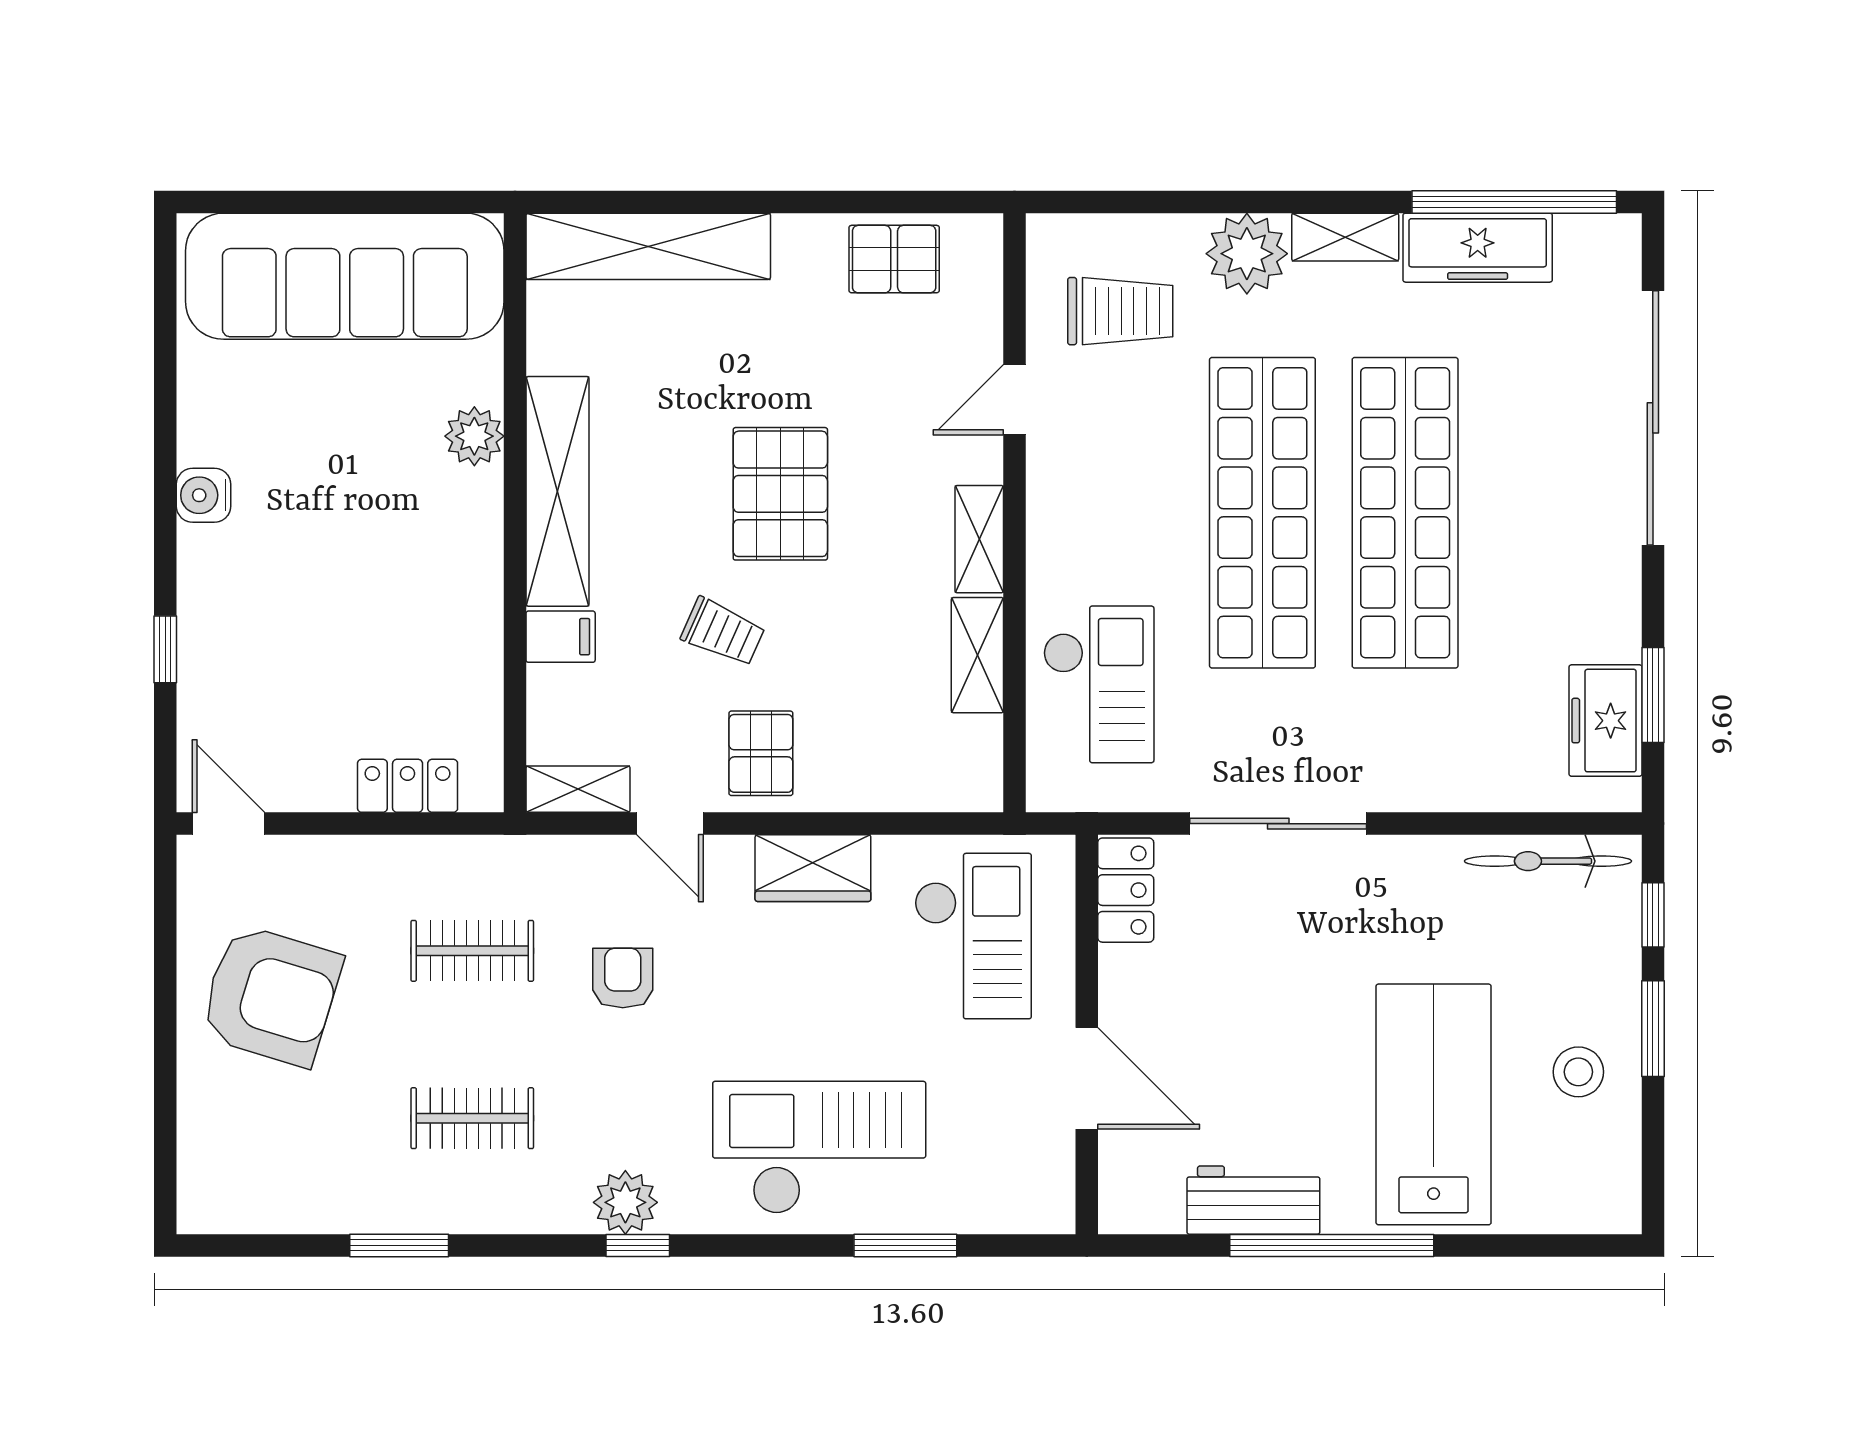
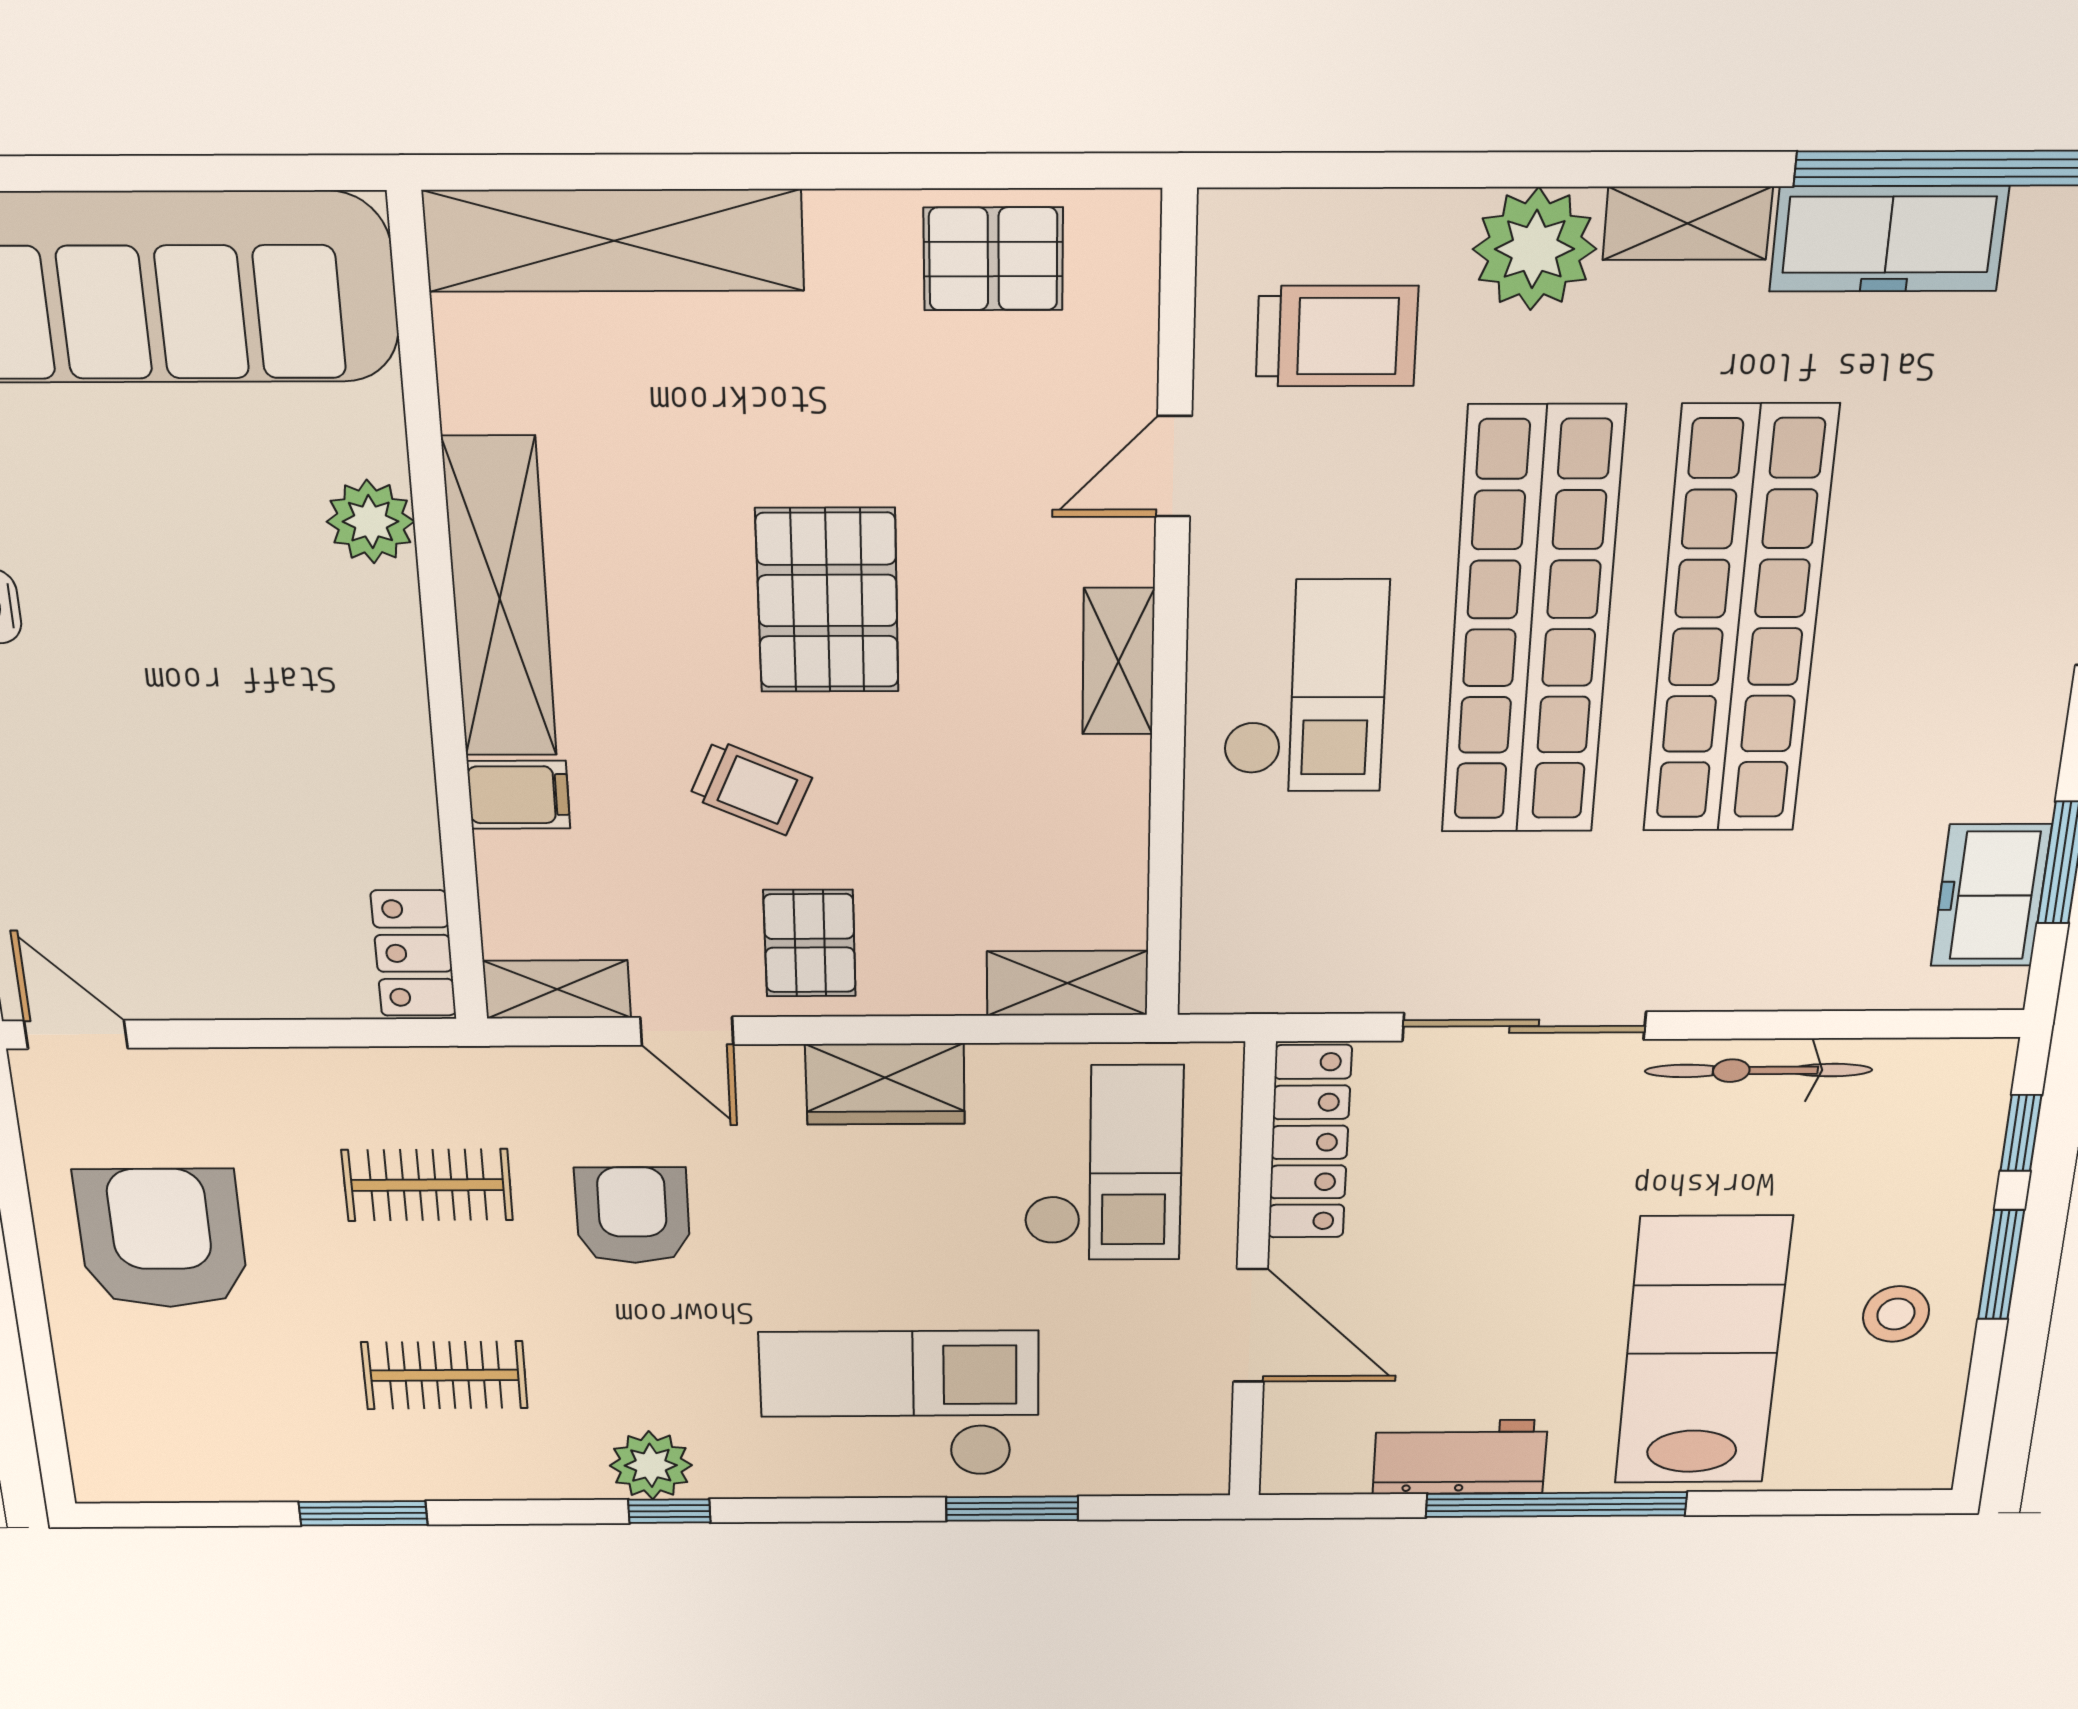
shelving: (977, 655) -> (1067, 983), moved, turned 90
checkout: (1099, 684) -> (1305, 687), moved
locker: (408, 786) -> (413, 953), moved, turned -90
bicycle: (1548, 861) -> (1759, 1070), moved
locker: (1126, 890) -> (1310, 1142), width x1.53
armchair: (623, 978) -> (633, 1215), width x1.38, depth x1.38
armchair: (271, 995) -> (162, 1238), turned -107

